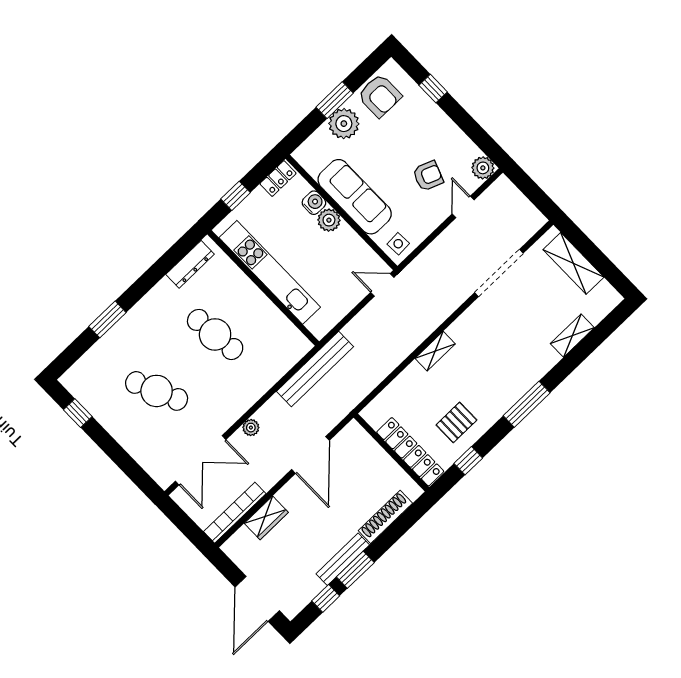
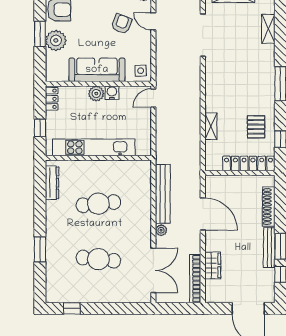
water cooler: (314, 203) -> (112, 93), moved
shelving: (435, 351) -> (211, 126), moved
bench: (315, 369) -> (163, 194), moved
cafe table: (157, 391) -> (98, 259), turned 30

